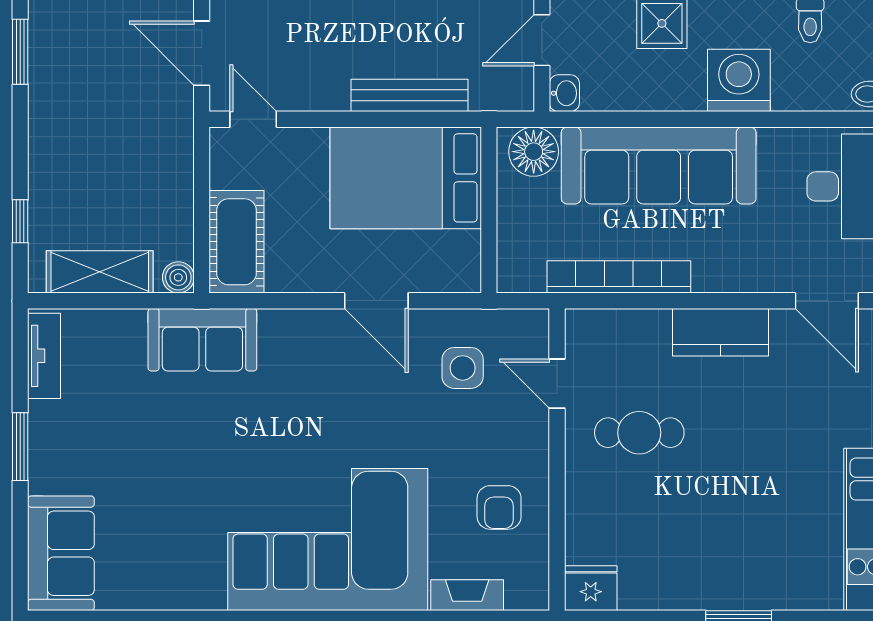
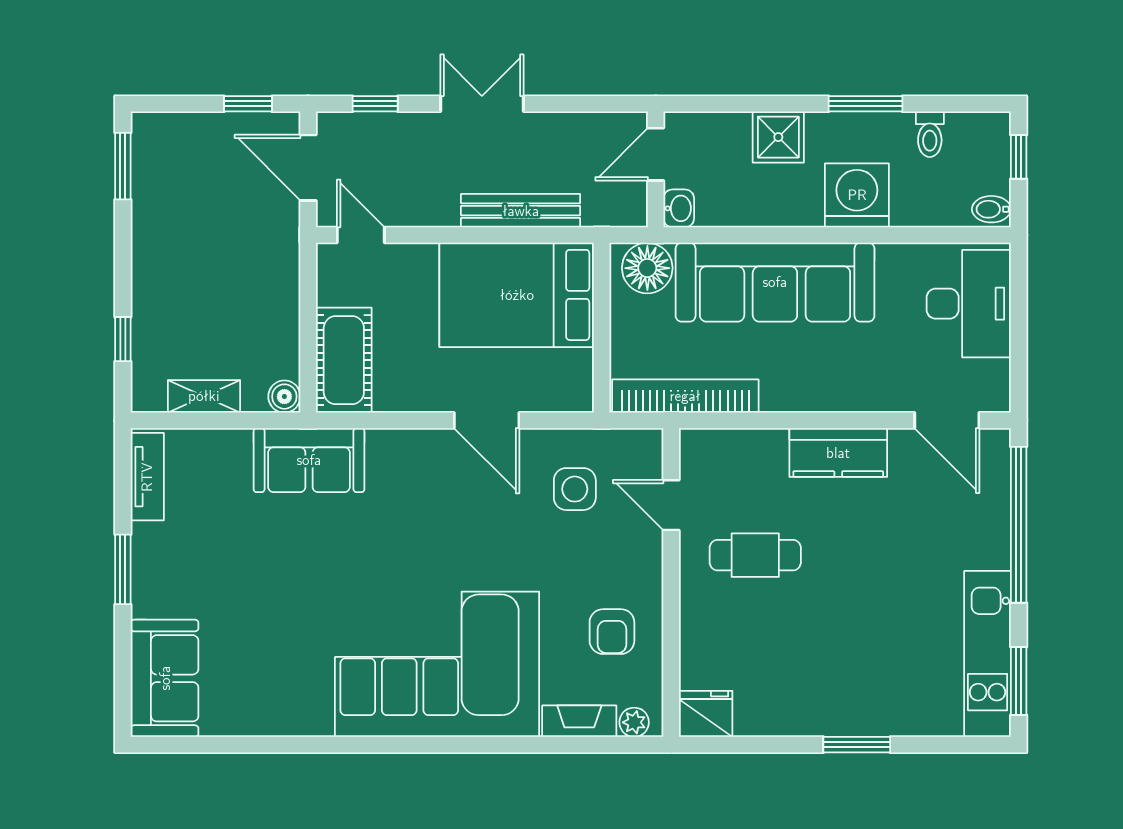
shelving: (100, 272) -> (204, 396), width x0.67, depth x0.75
bookcase: (619, 277) -> (685, 396), moved
plant: (521, 596) -> (634, 722), added

